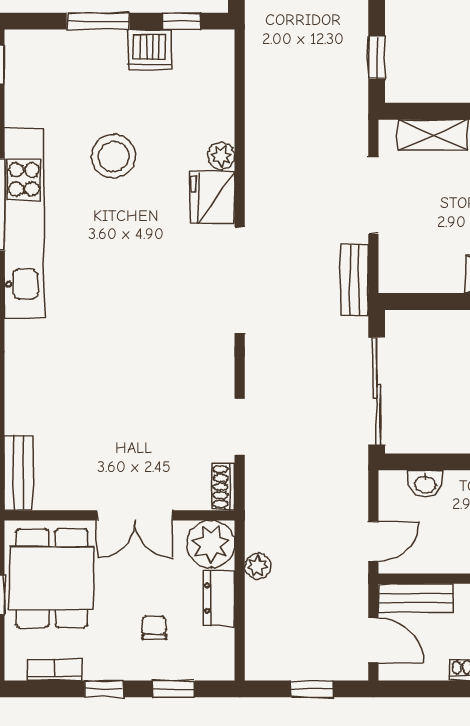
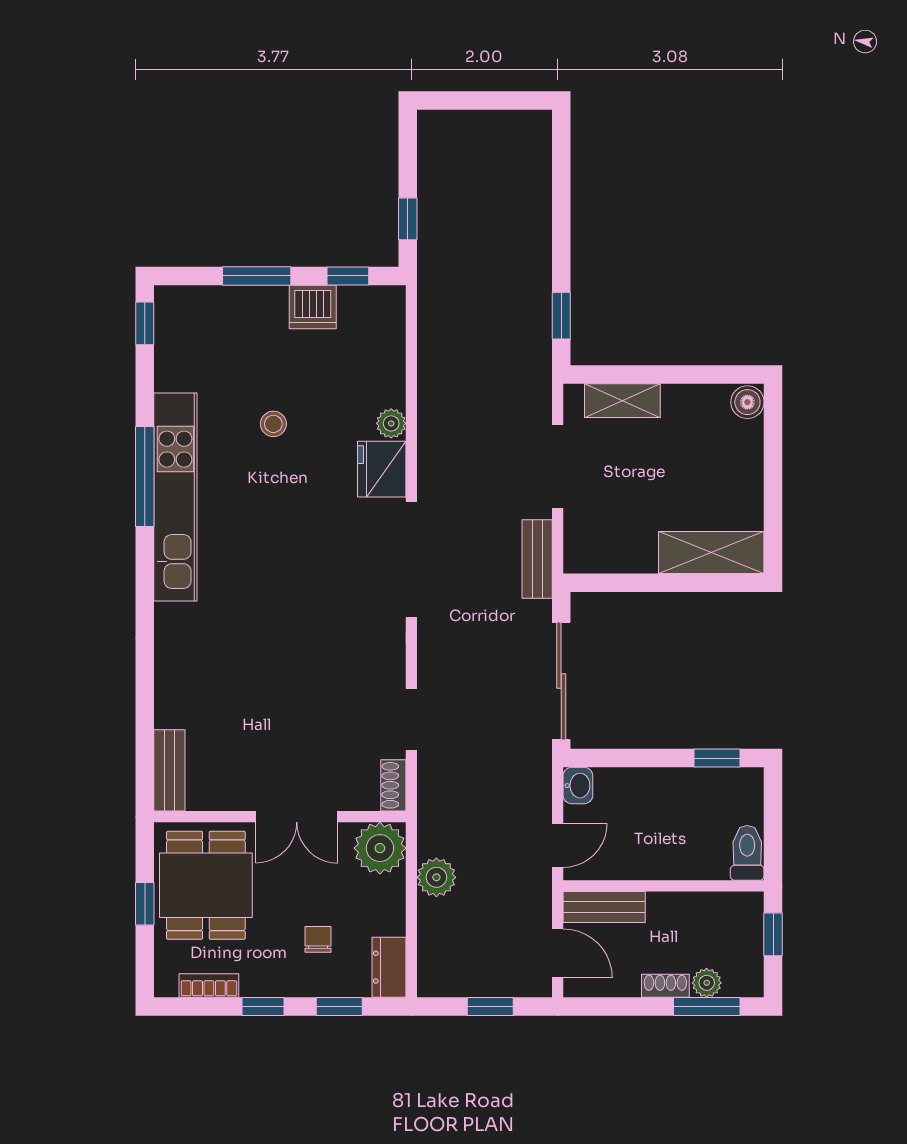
stool: (113, 156) -> (273, 424), width x0.53, depth x0.53
washbasin: (425, 484) -> (578, 786), moved, turned -90
plant: (258, 566) -> (436, 877), width x1.38, depth x1.38
dresser: (219, 598) -> (389, 967), moved

